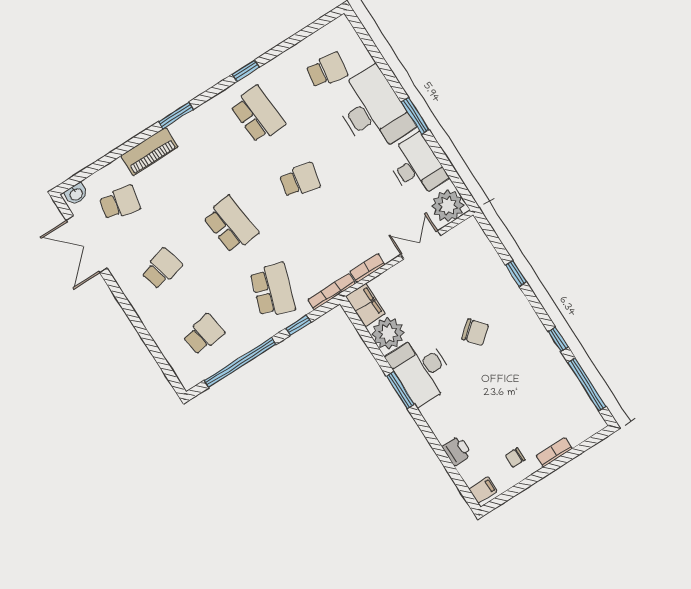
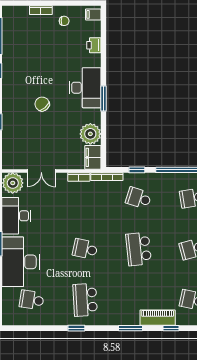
window: (123, 149) -> (171, 328), added
school desk: (273, 290) -> (139, 198), width x0.54
desk: (421, 370) -> (85, 88), moved

